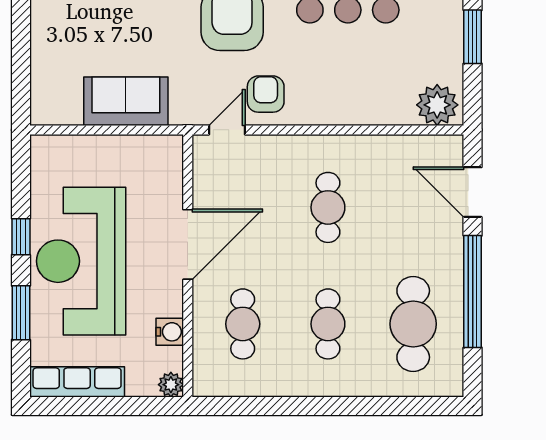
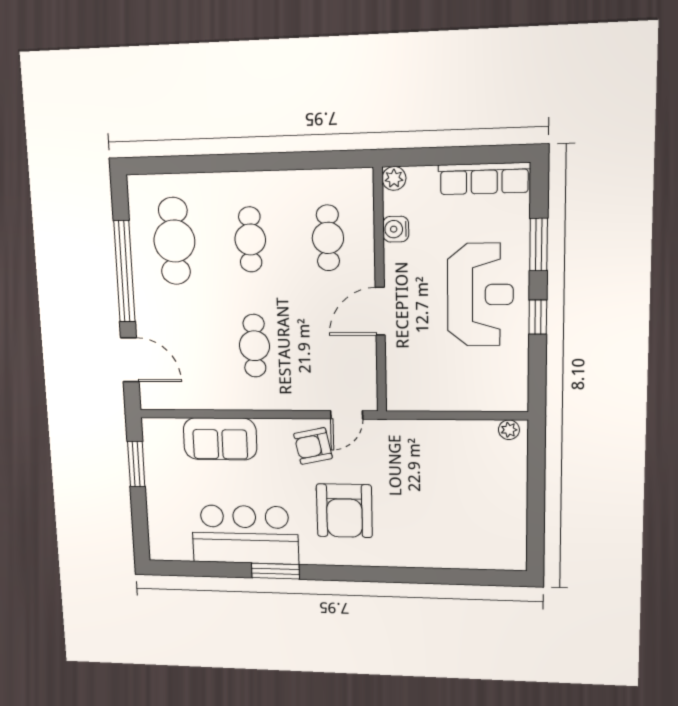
window: (473, 37) -> (136, 464), moved
armchair: (266, 94) -> (313, 446), turned 78
sofa: (126, 101) -> (220, 439), moved
plant: (437, 105) -> (509, 430), moved, width x0.53, depth x0.53
door: (188, 244) -> (380, 311), width x0.73
reception desk: (81, 261) -> (480, 295), width x0.74, depth x0.77

